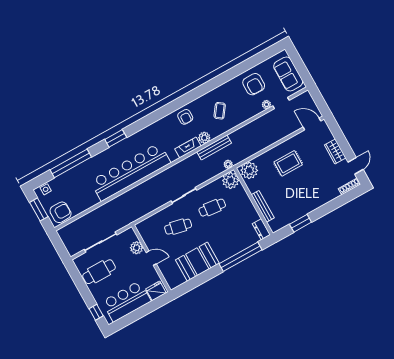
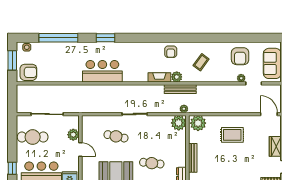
bar counter: (130, 172) -> (102, 71), width x0.54
cafe table: (212, 208) -> (152, 163), moved

